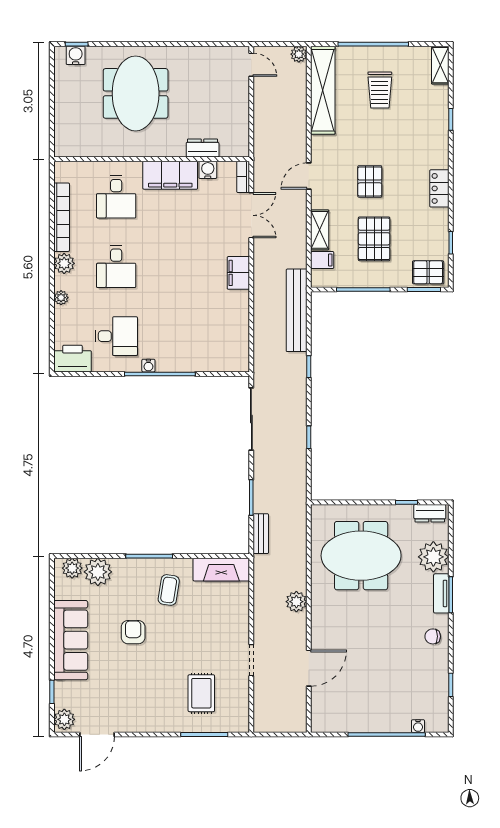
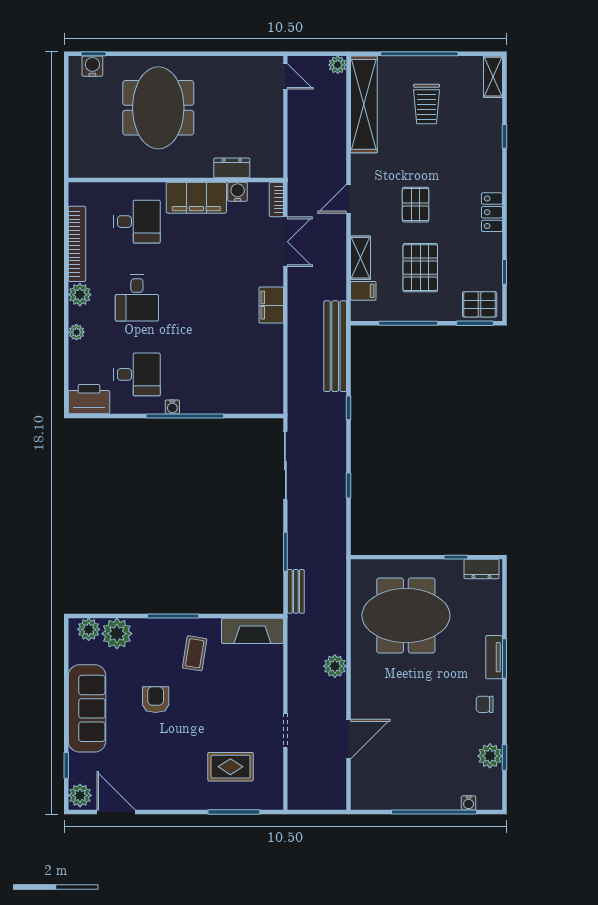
desk: (116, 197) -> (137, 222), turned -90
plant: (433, 557) -> (490, 756), moved, width x0.73, depth x0.73
rug: (201, 693) -> (230, 767), turned 90
door: (97, 734) -> (116, 812), swing flipped

